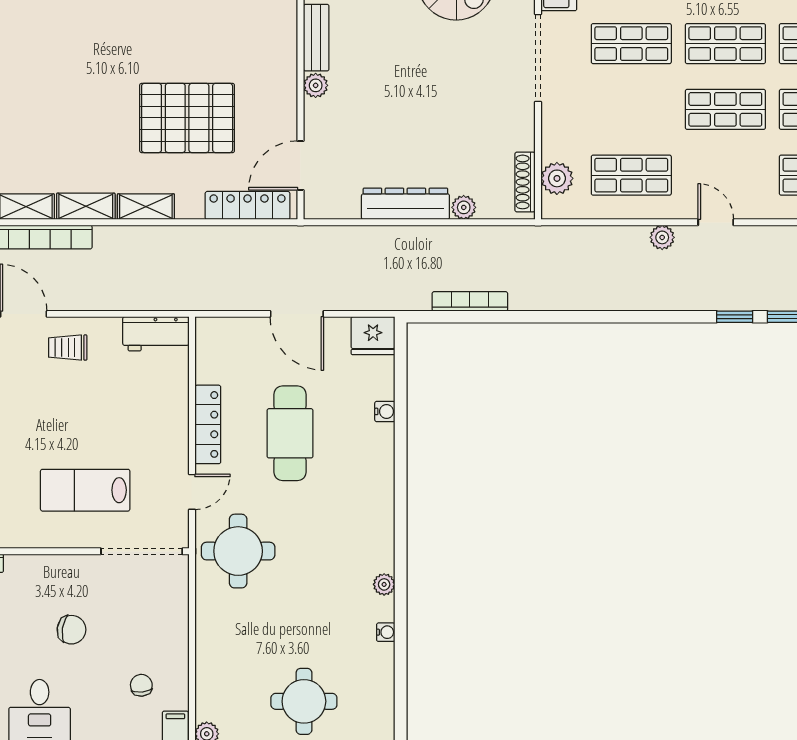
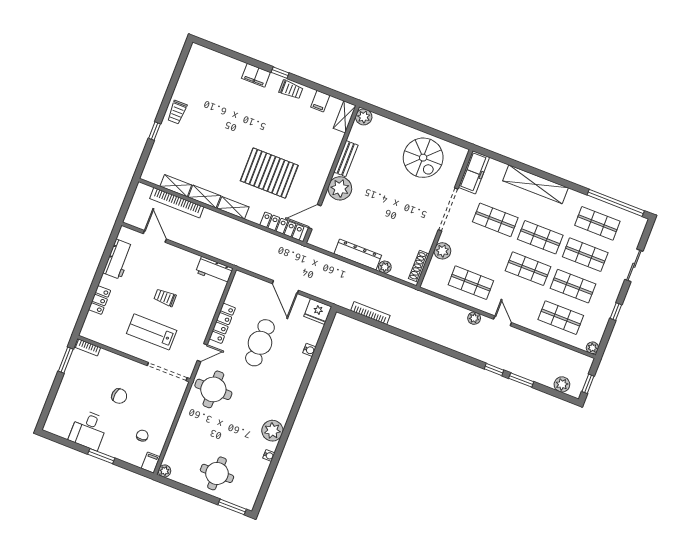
plant: (316, 85) -> (340, 188), width x1.87, depth x1.87
plant: (557, 178) -> (442, 251), moved
trolley: (68, 348) -> (165, 298), moved
plant: (384, 584) -> (272, 431), width x1.87, depth x1.87

